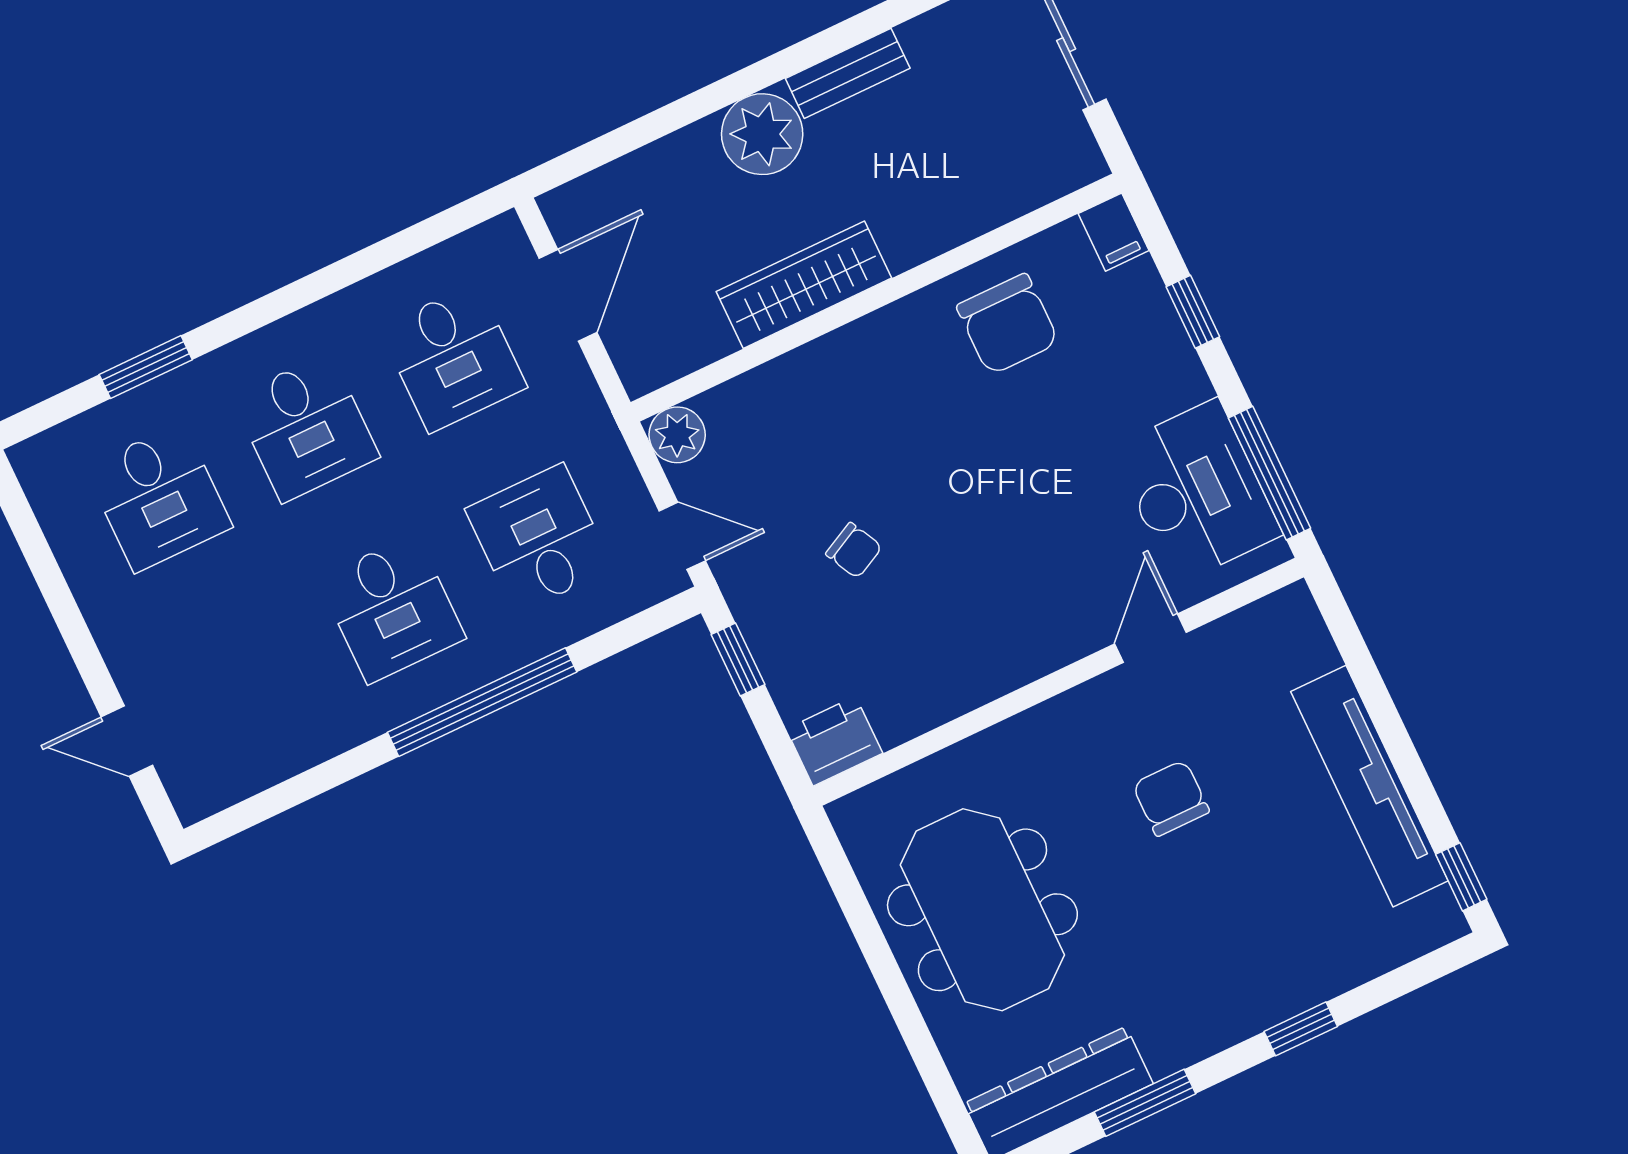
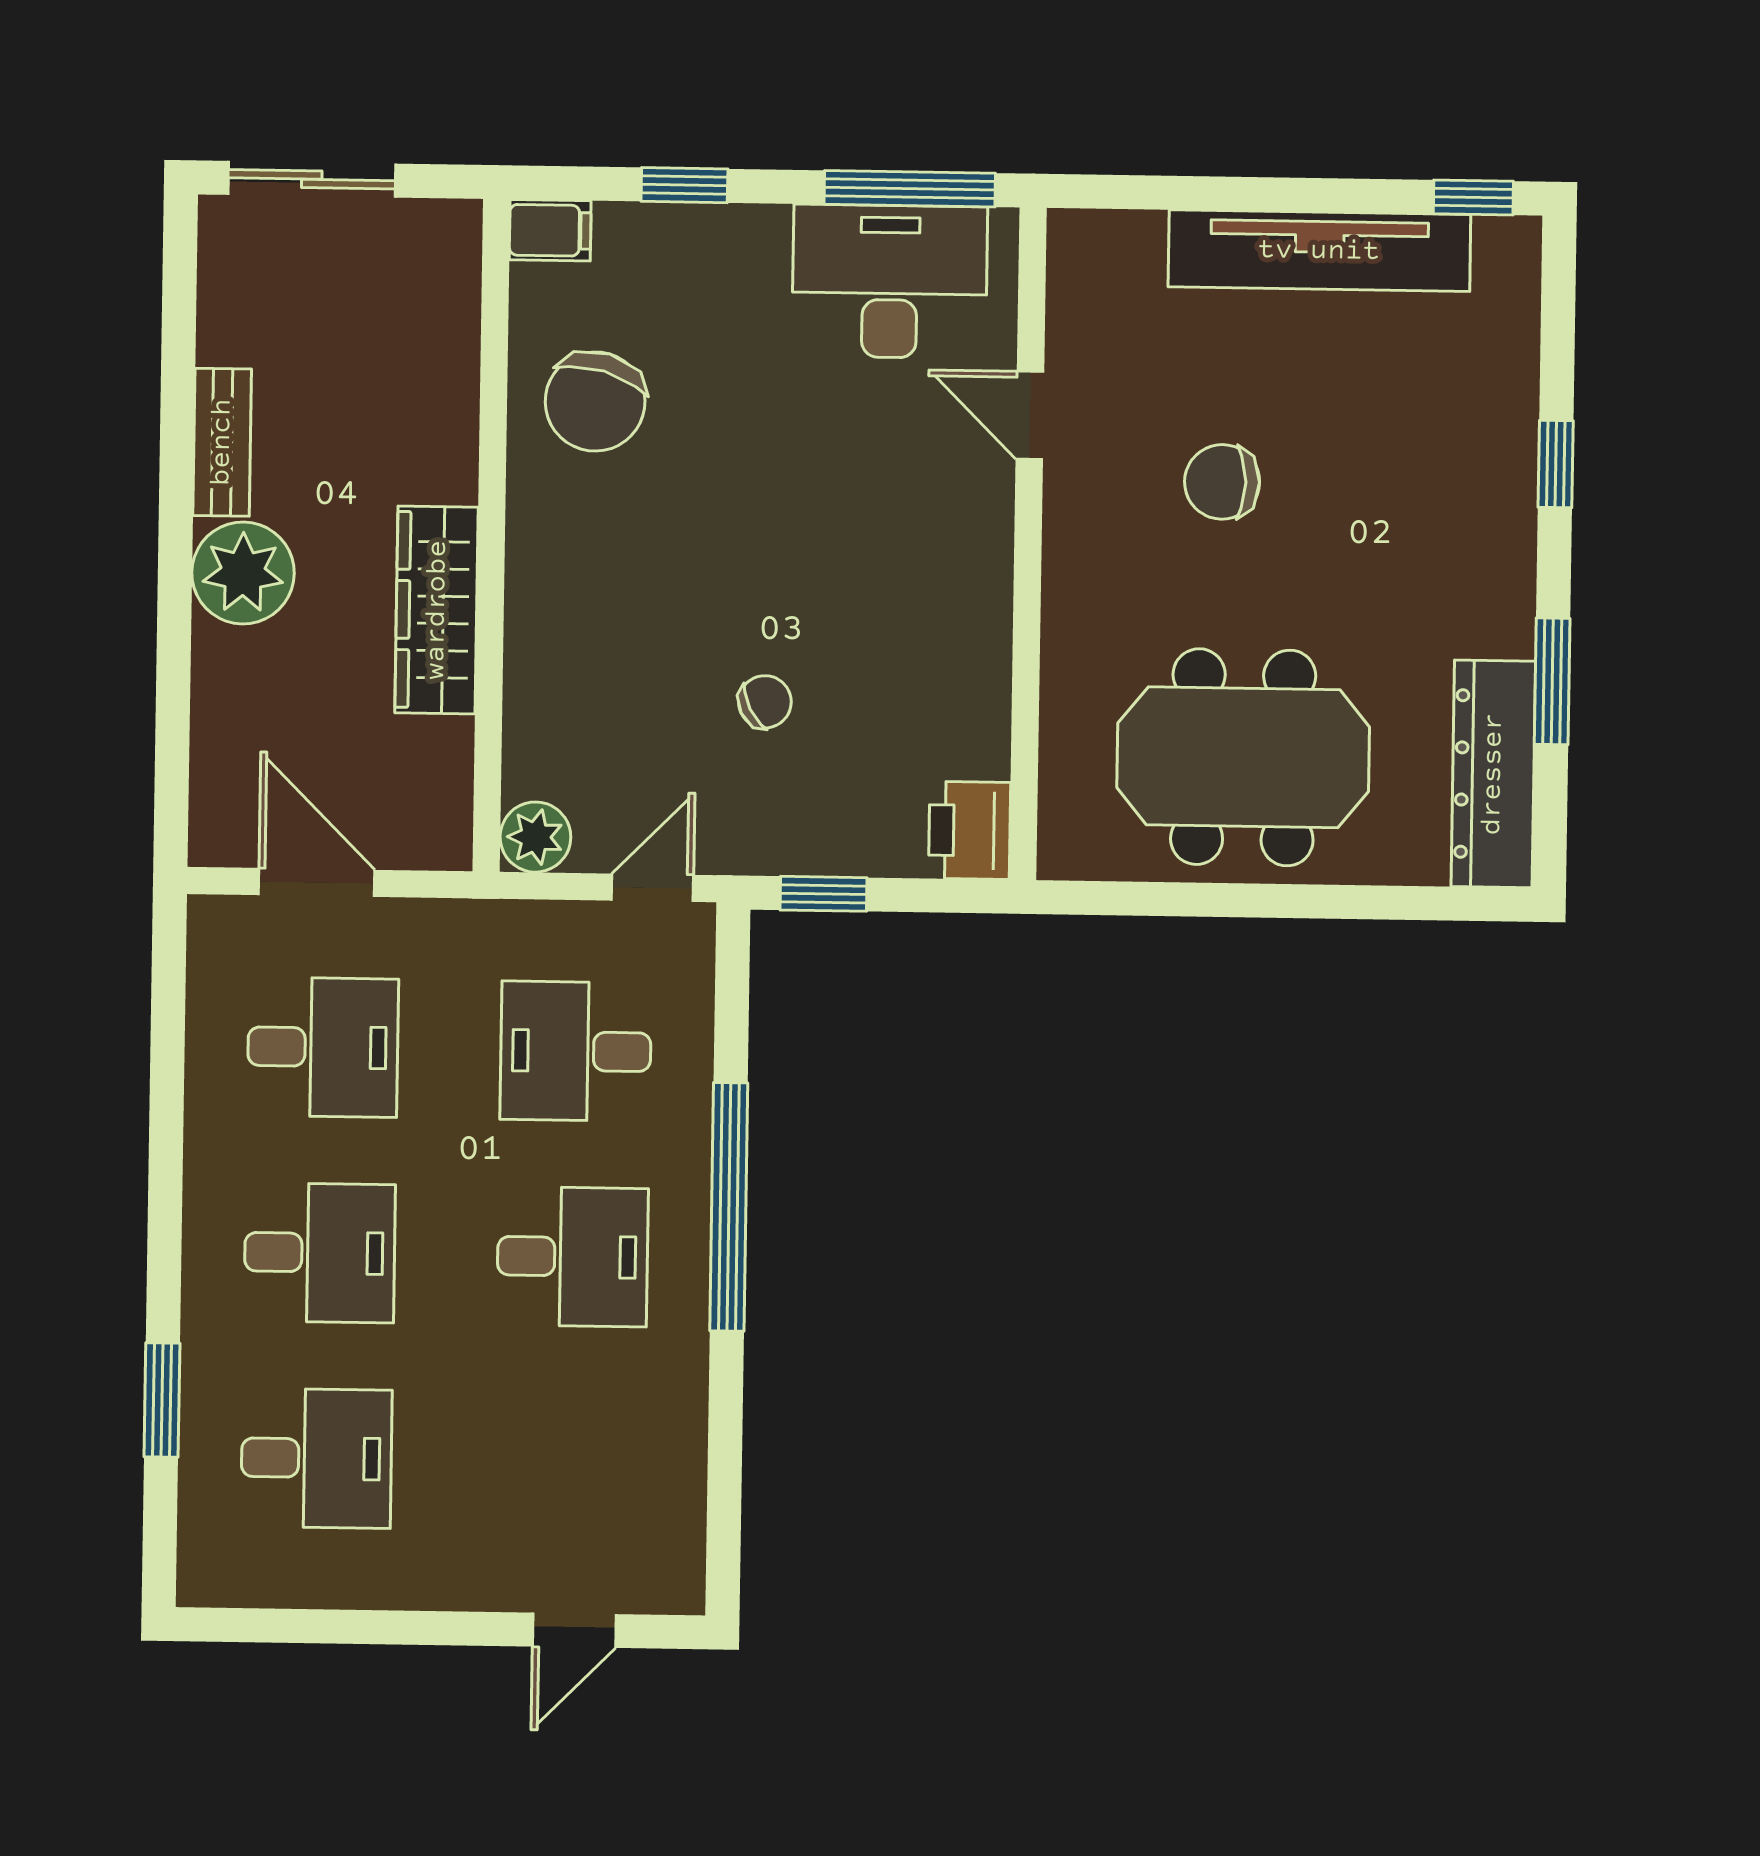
chair: (1008, 324) -> (595, 401), turned 106

